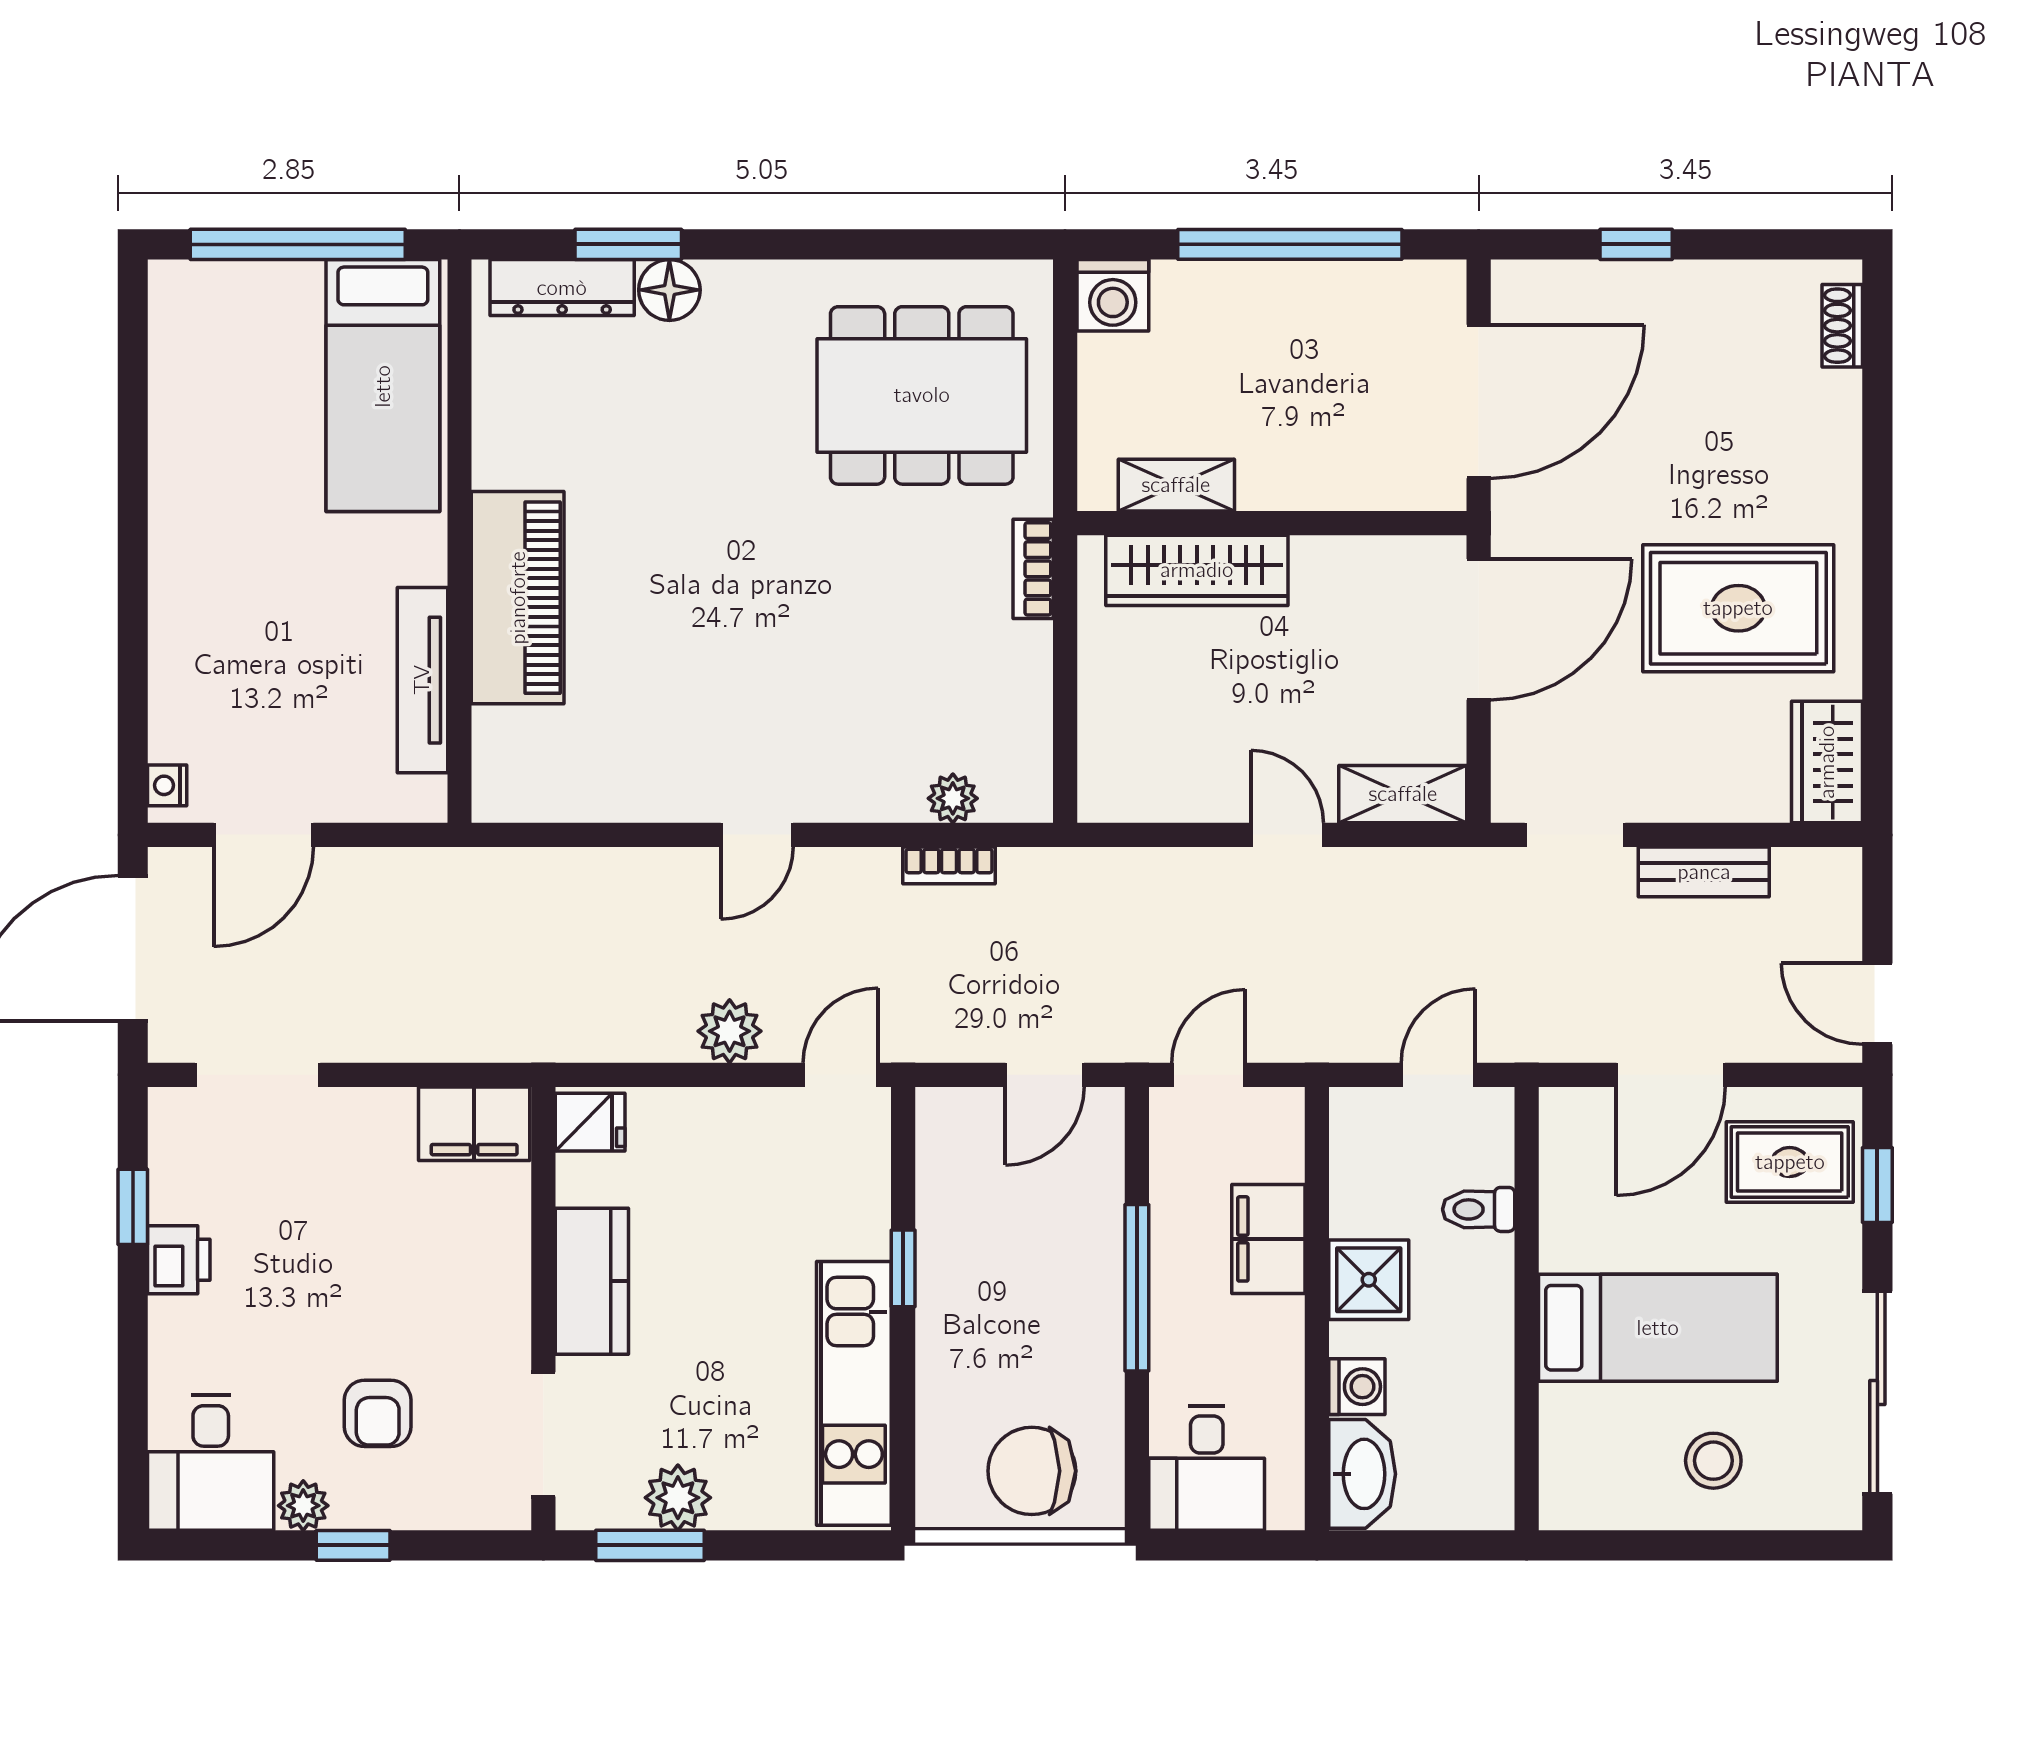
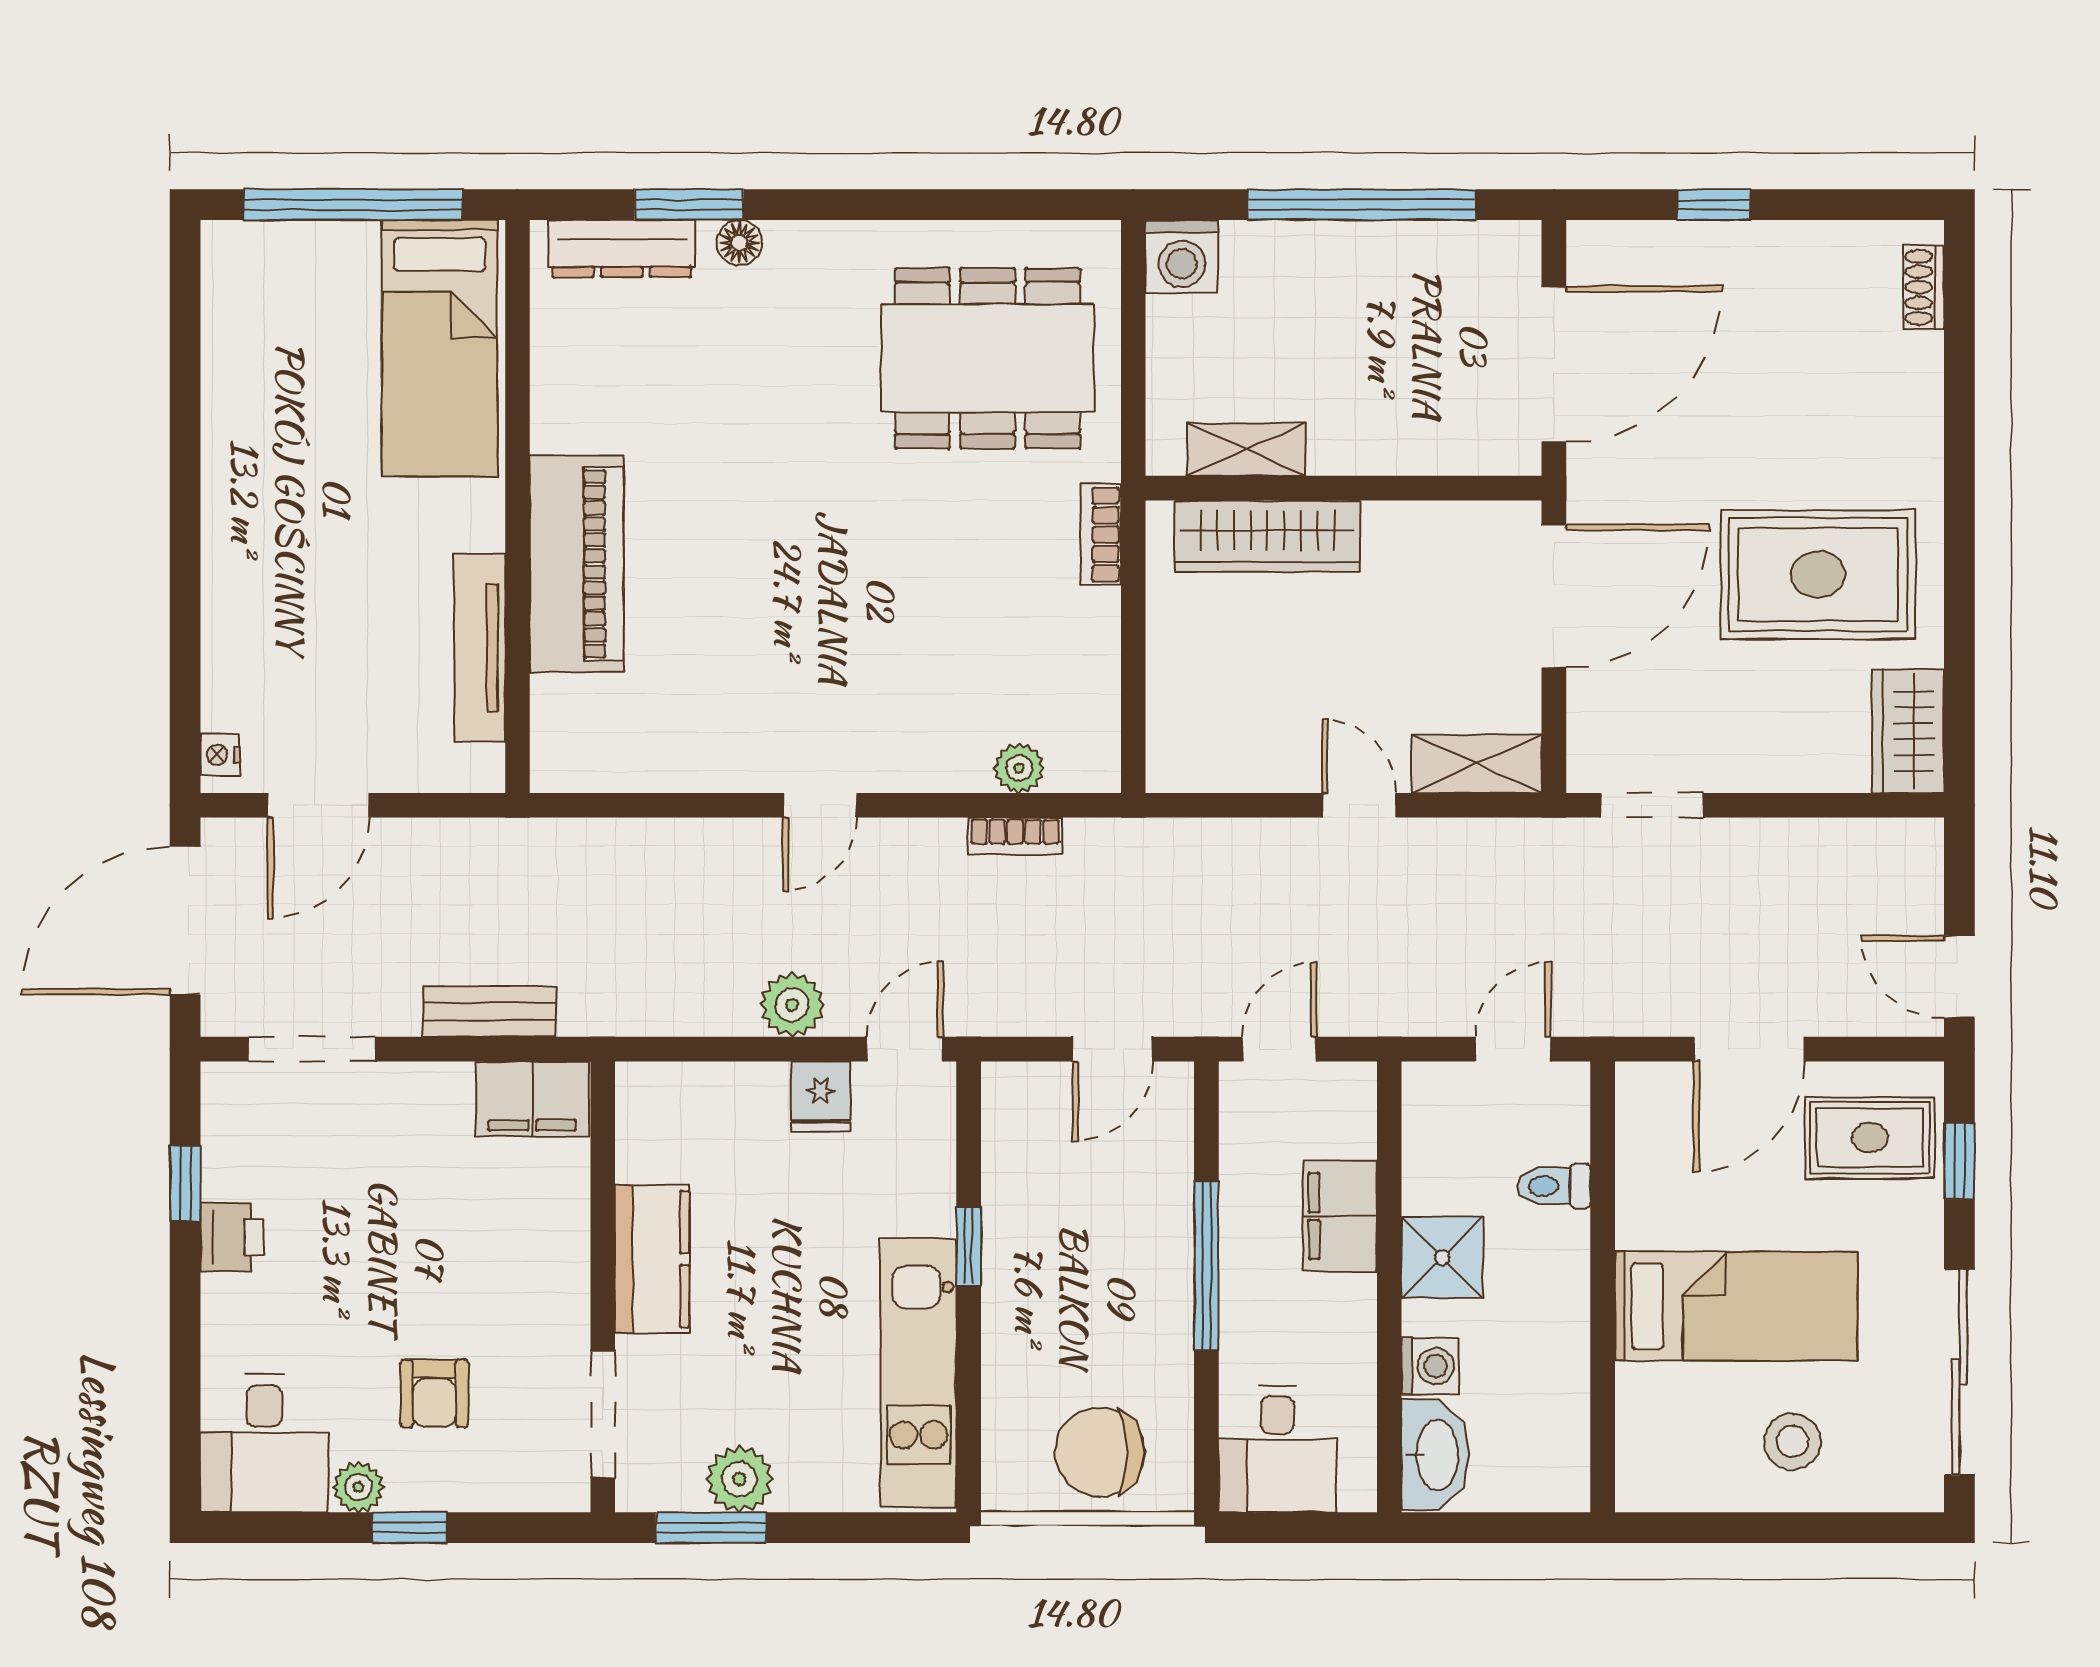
floor lamp: (669, 290) -> (739, 243), width x0.73, depth x0.73
bench: (1704, 872) -> (489, 1011), moved
fridge: (590, 1122) -> (821, 1097), moved, turned 90

